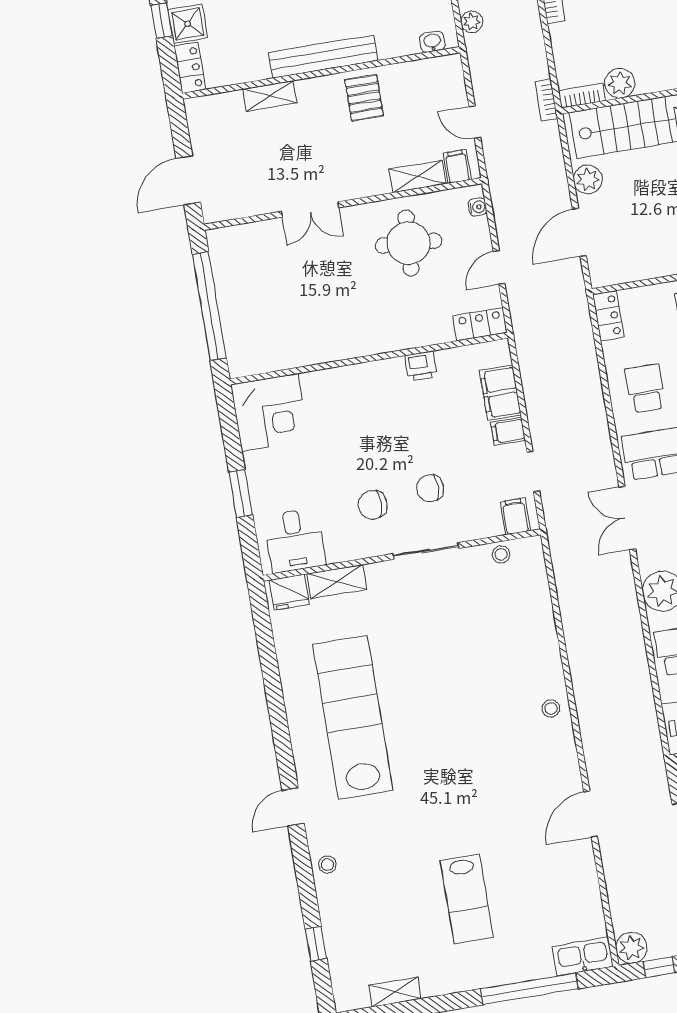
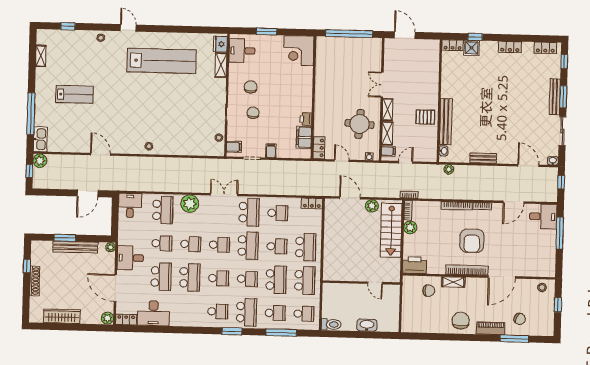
bench: (323, 57) -> (446, 122), moved
shelving: (270, 96) -> (388, 110), moved
filing cabinet: (500, 393) -> (304, 137), moved, turned -90
lab bench: (467, 899) -> (74, 94), turned 180

